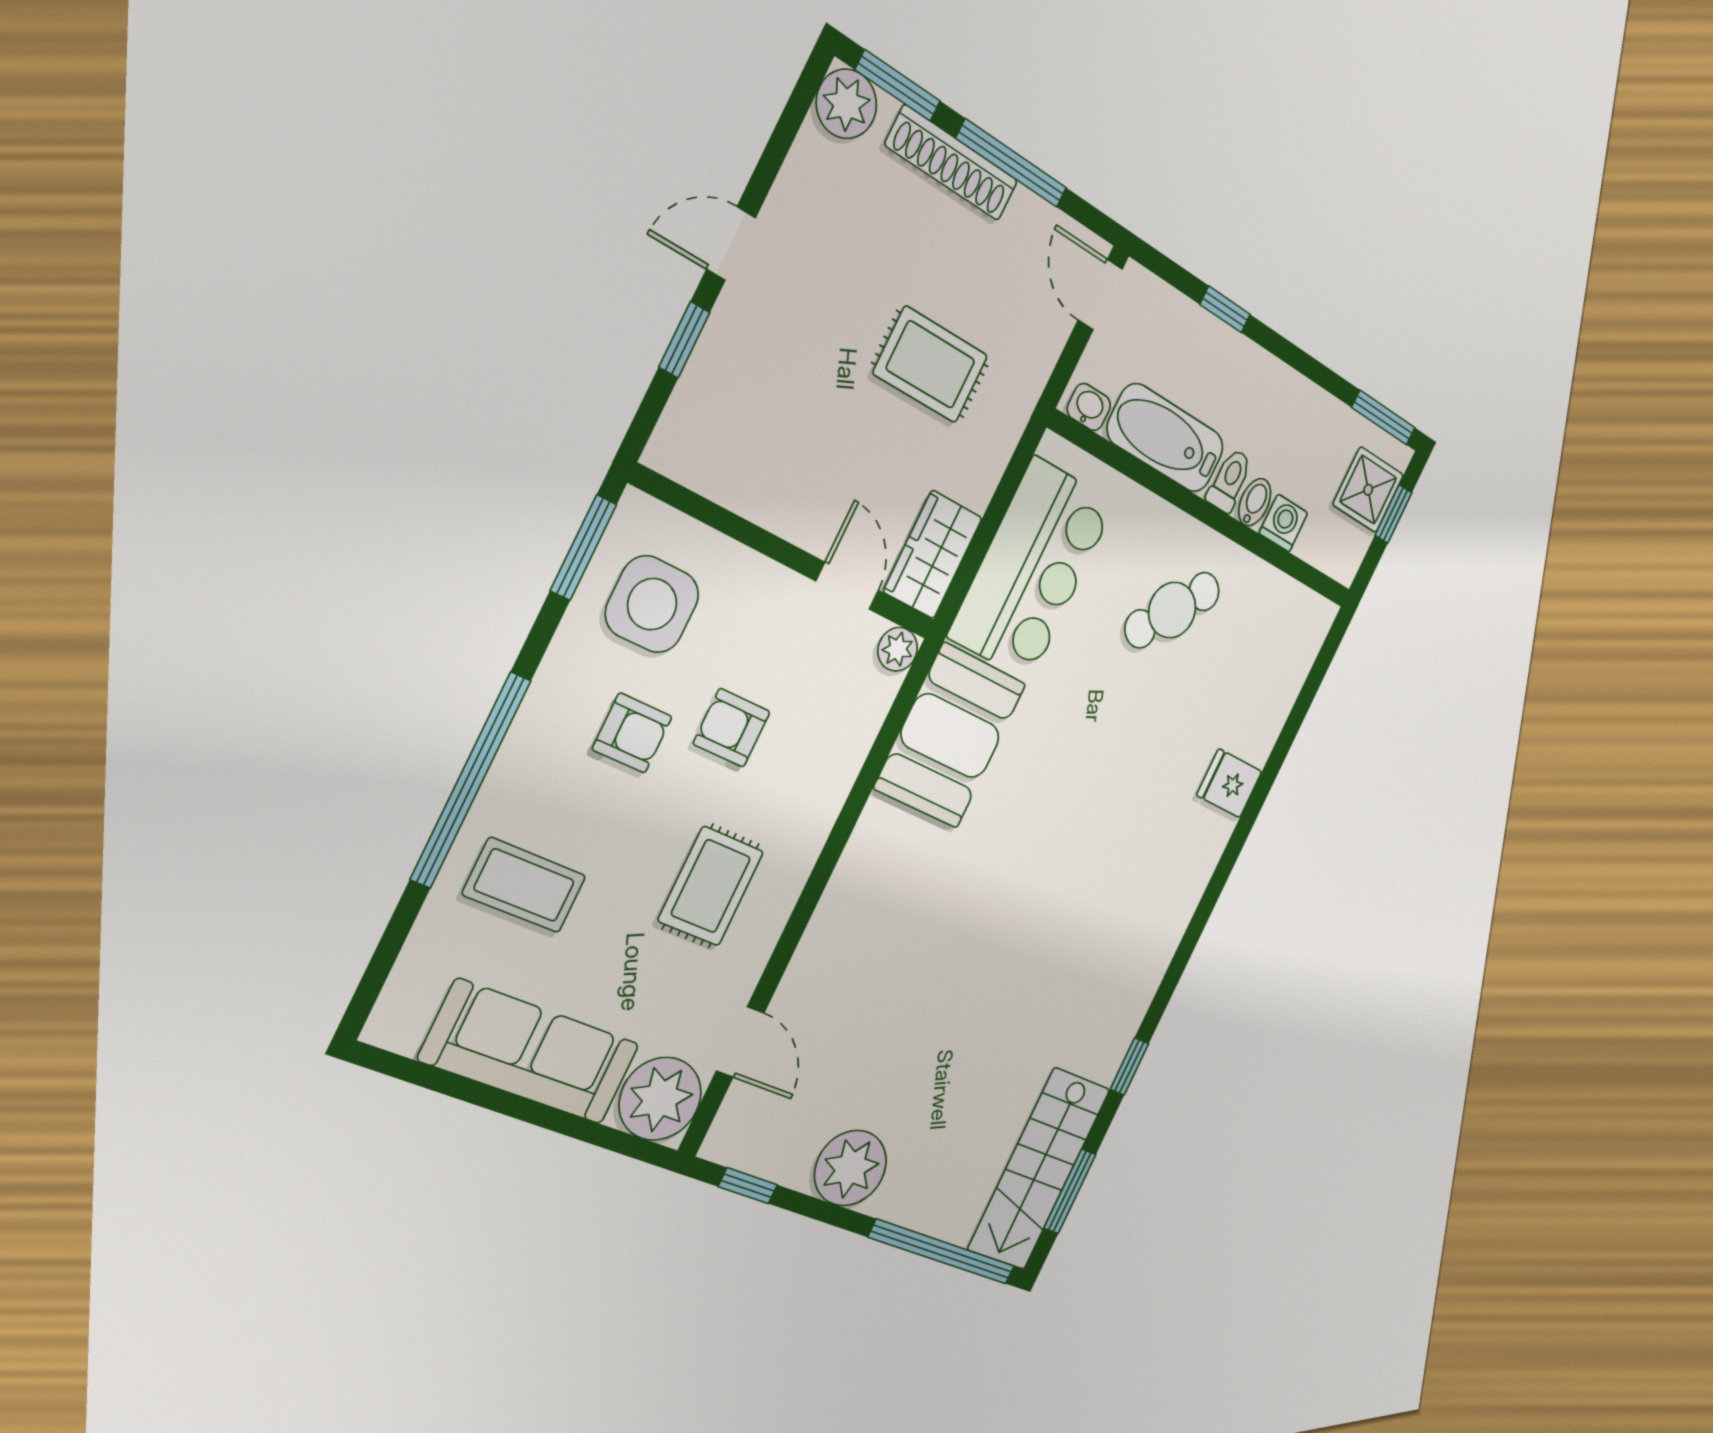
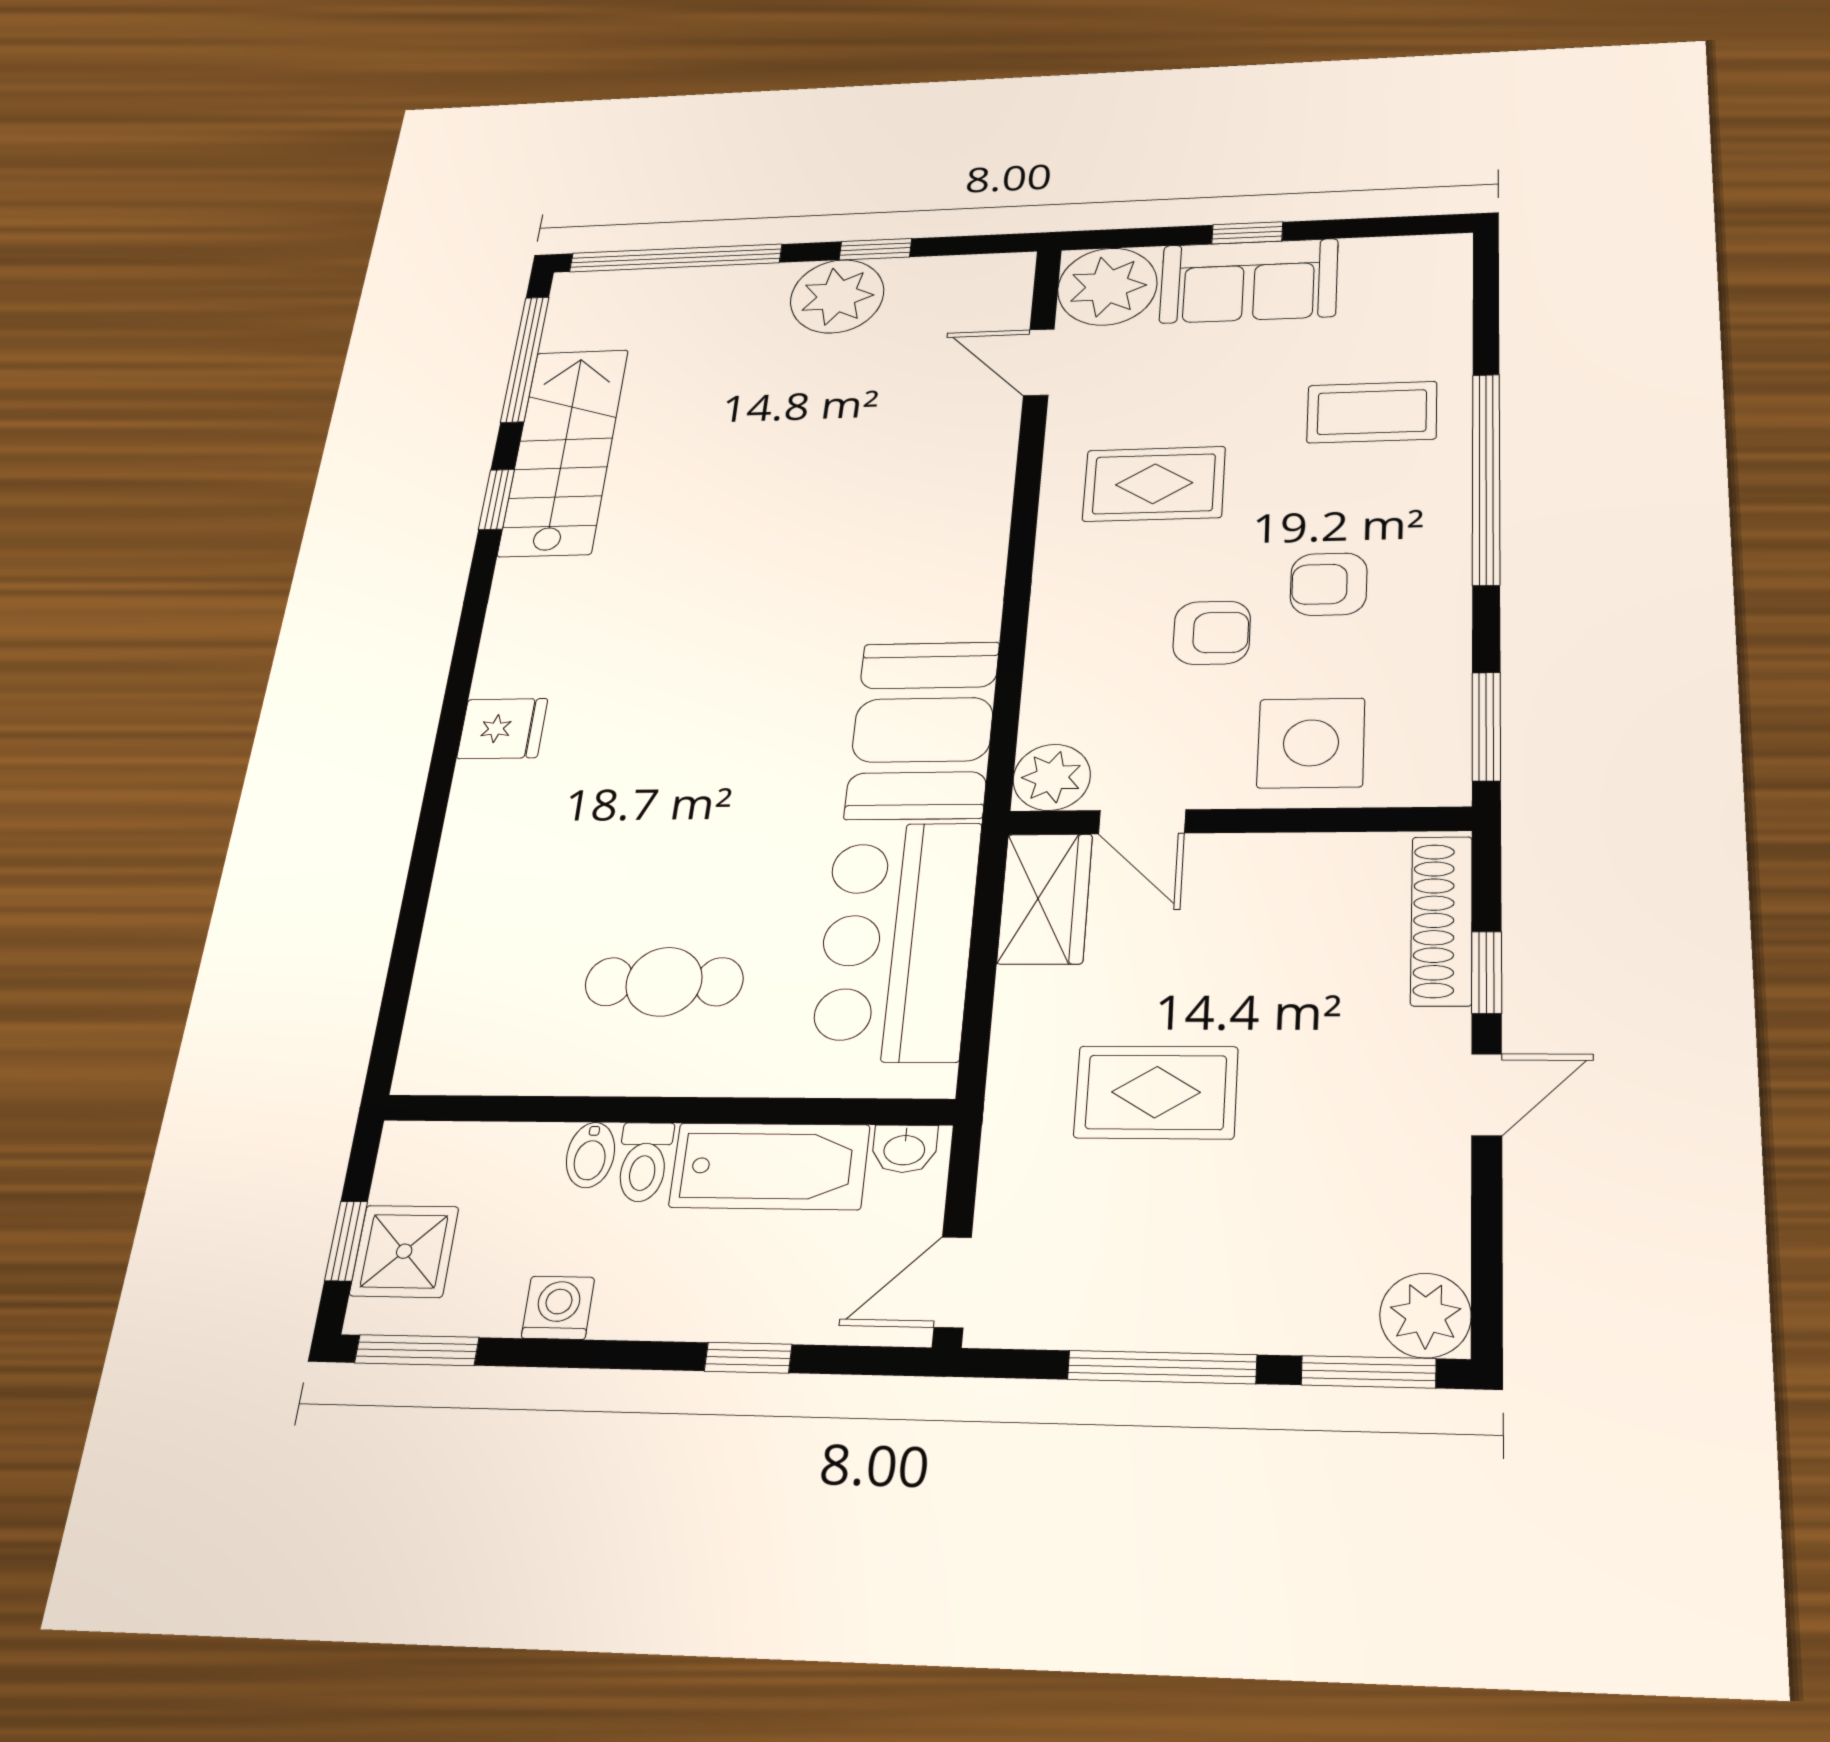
shoe rack: (952, 163) -> (1442, 920), moved, turned -90
door: (1100, 295) -> (953, 1282), swing flipped
washing machine: (1283, 523) -> (558, 1308), moved, turned 180
side table: (652, 604) -> (1311, 743), moved
cafe table: (1172, 610) -> (664, 982), turned 52
plant: (898, 649) -> (1052, 777), width x1.38, depth x1.38
fridge: (1229, 783) -> (502, 729), moved
rug: (711, 886) -> (1154, 484), turned 90
sofa: (530, 1052) -> (1249, 281), width x0.73
window: (533, 1113) -> (1247, 233), added
stairs: (1039, 1169) -> (564, 452), moved
window: (748, 1186) -> (875, 249), moved
window: (1070, 1191) -> (525, 359), width x1.44

